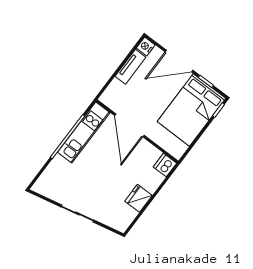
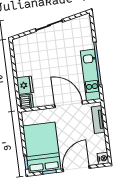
tv unit: (130, 67) -> (98, 120), moved
fridge: (139, 198) -> (25, 85), moved

